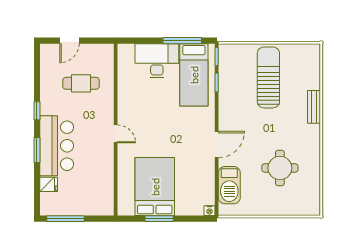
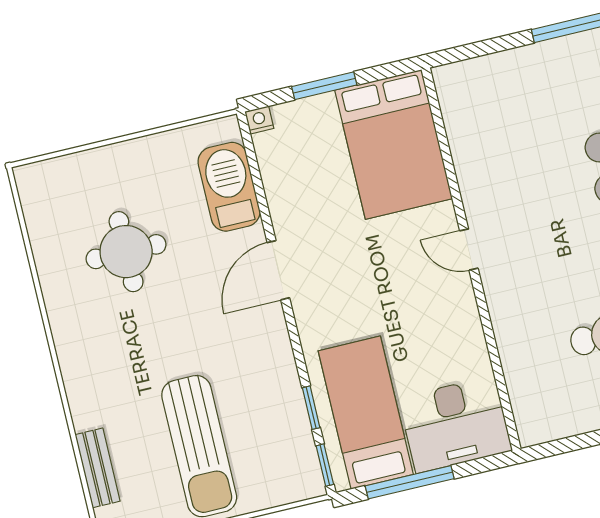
bench: (314, 107) -> (98, 468), moved
wall: (116, 130) -> (471, 259), moved
door: (116, 134) -> (469, 250), moved
window: (159, 219) -> (324, 86), moved

